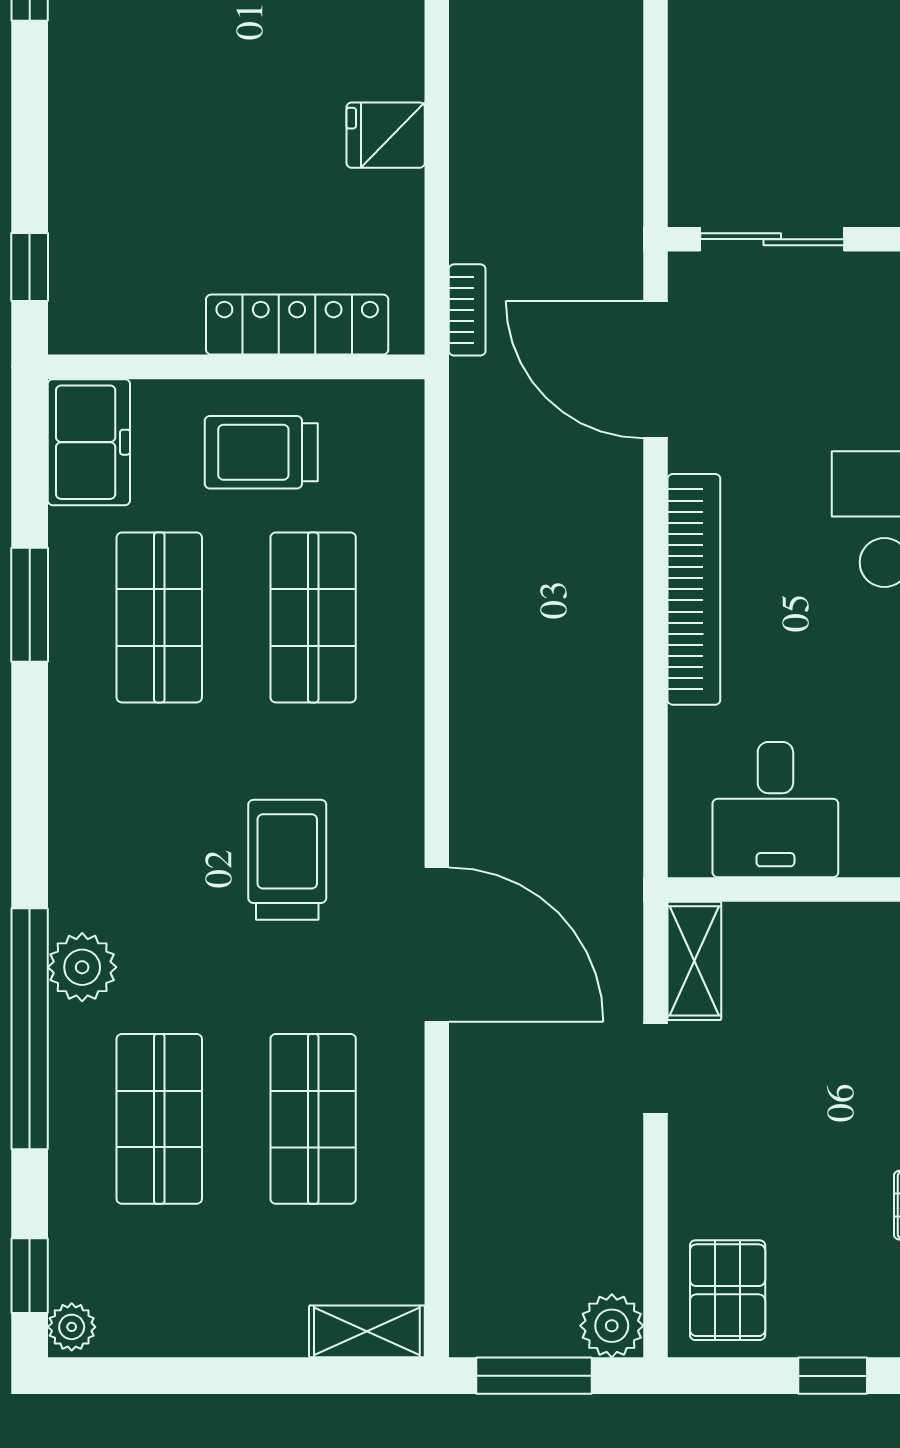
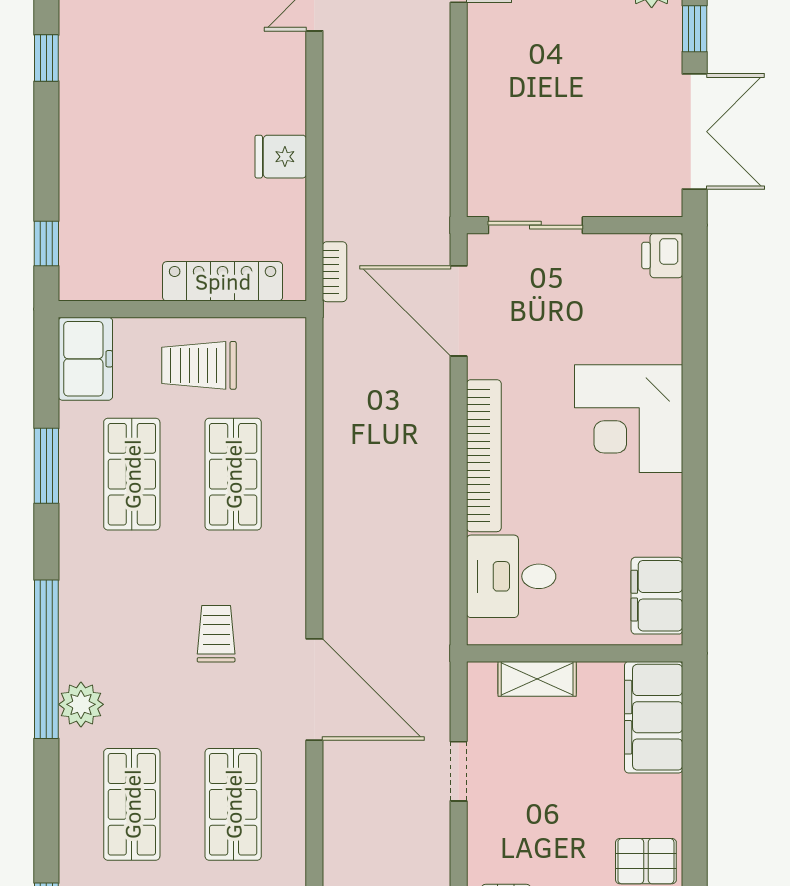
desk: (775, 810) -> (511, 576), moved, turned 90
trolley: (287, 860) -> (216, 634), width x0.73, depth x0.72
shelving: (694, 961) -> (537, 679), moved, turned 90
window: (30, 1029) -> (46, 659), moved

